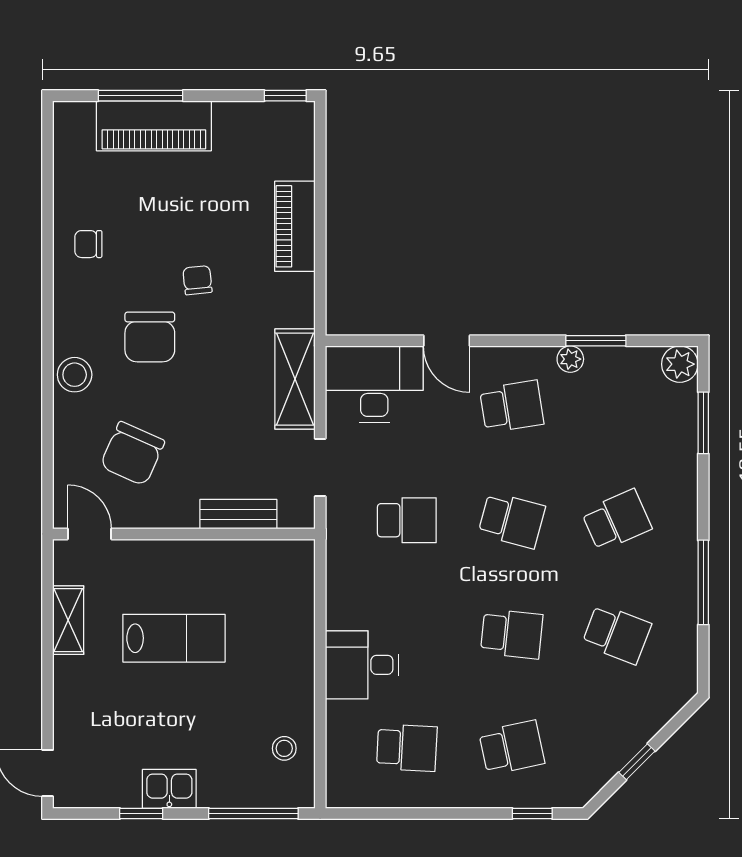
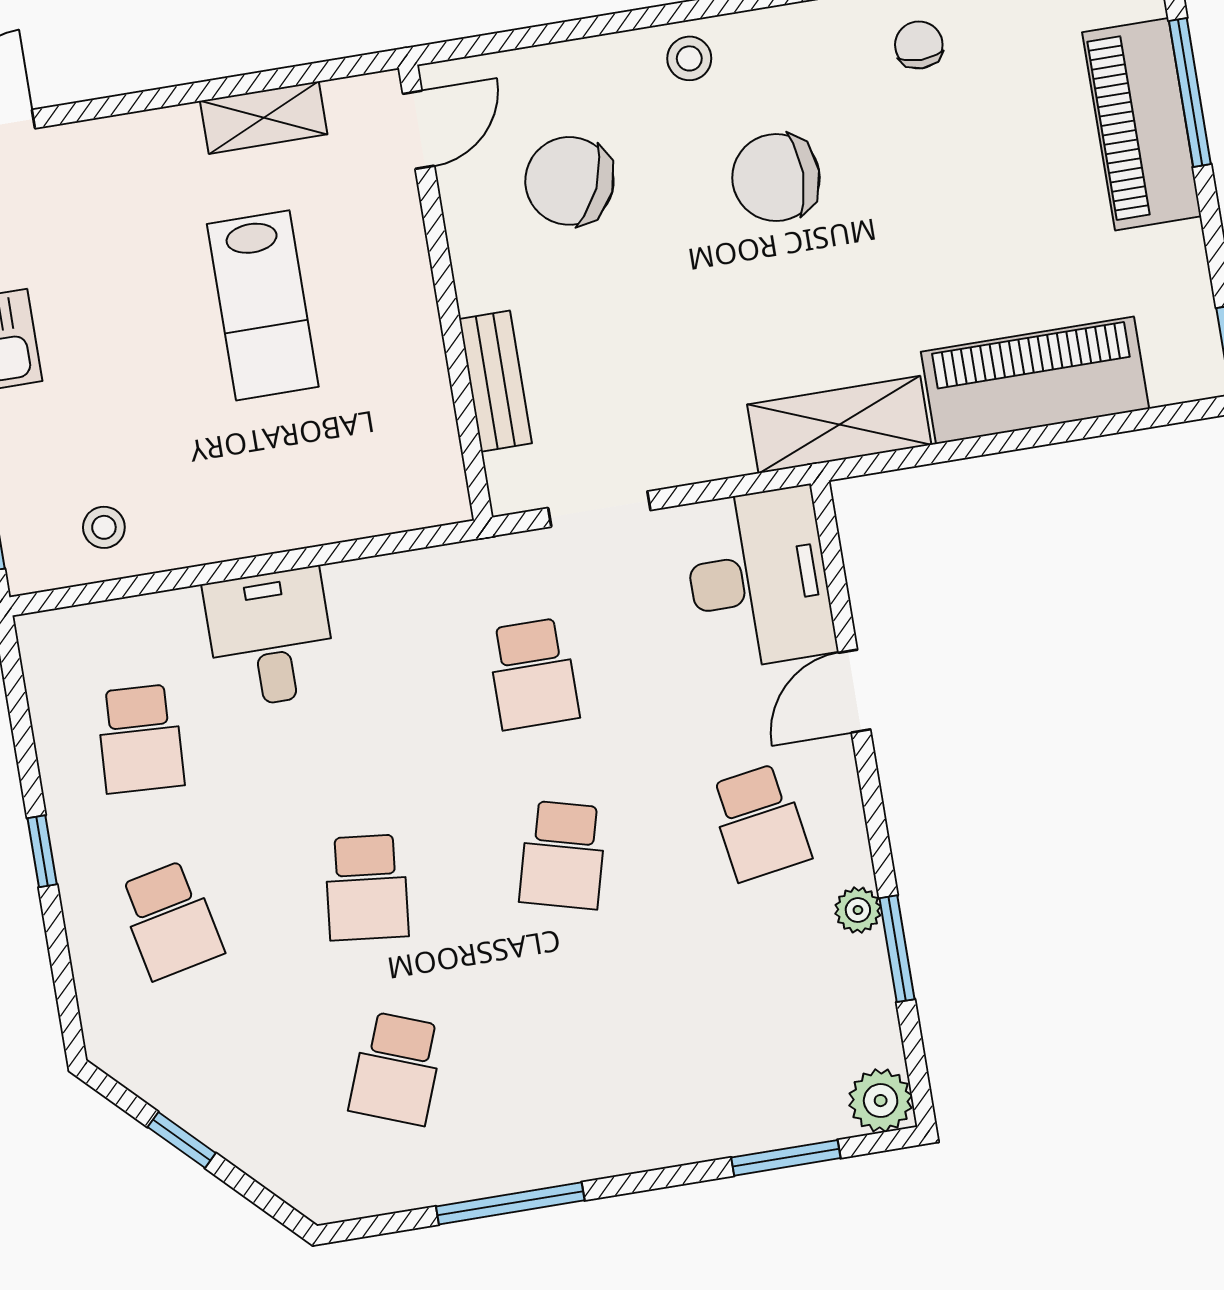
piano: (295, 226) -> (1035, 380), width x1.37, depth x1.33
chair: (197, 280) -> (888, 244), removed
stool: (75, 375) -> (689, 58), width x0.73, depth x0.73
shelving: (295, 379) -> (839, 425), moved
school desk: (617, 520) -> (593, 1036), removed
window: (532, 813) -> (42, 851), moved

